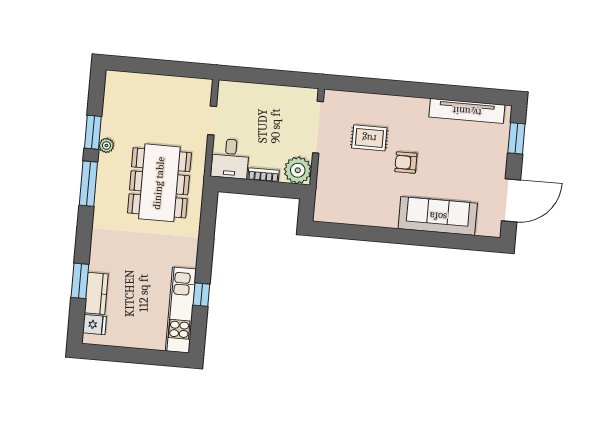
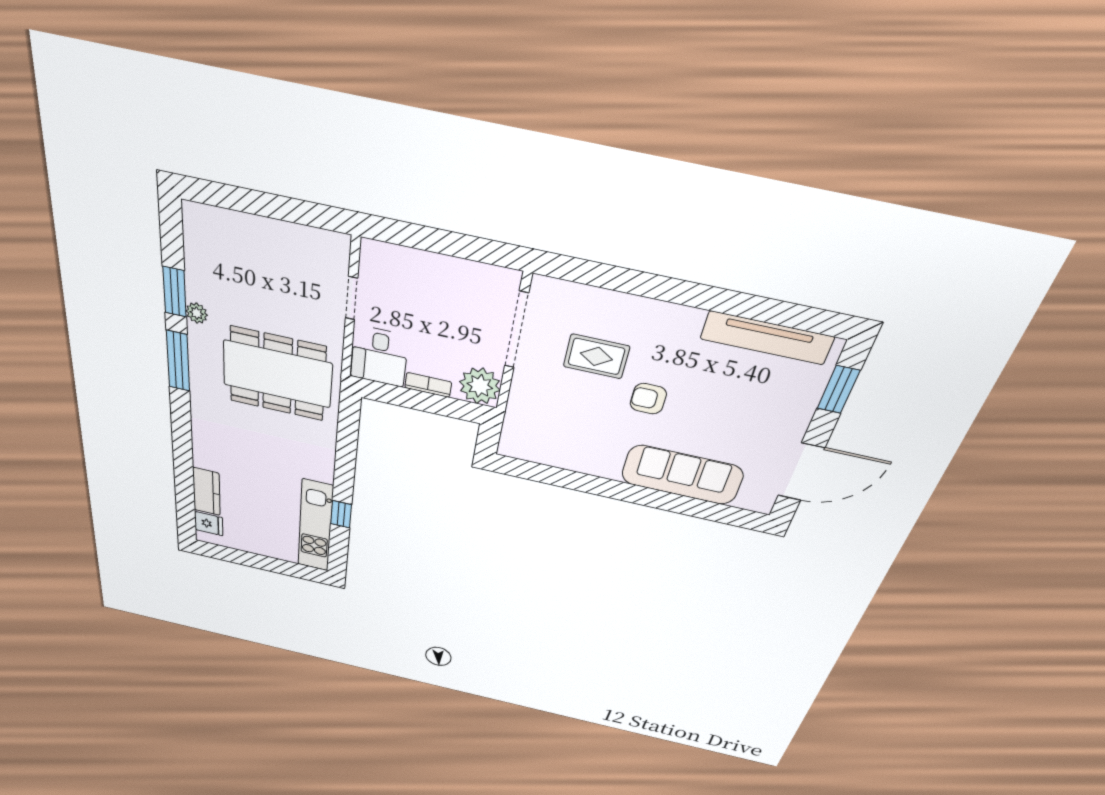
dining table: (159, 183) -> (277, 374), turned 90
window: (80, 281) -> (184, 475), removed

